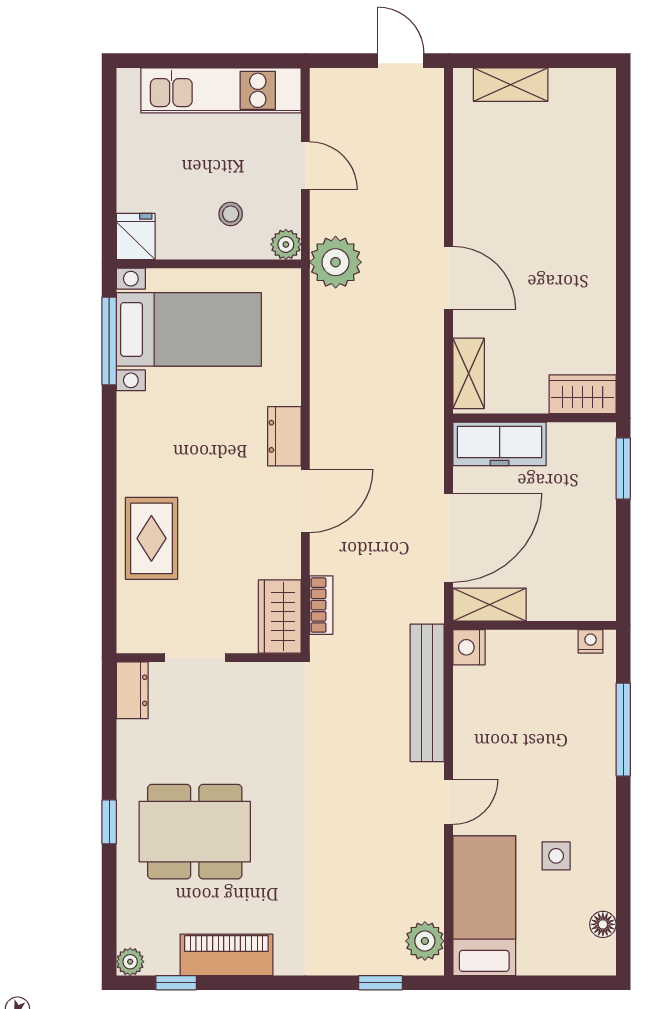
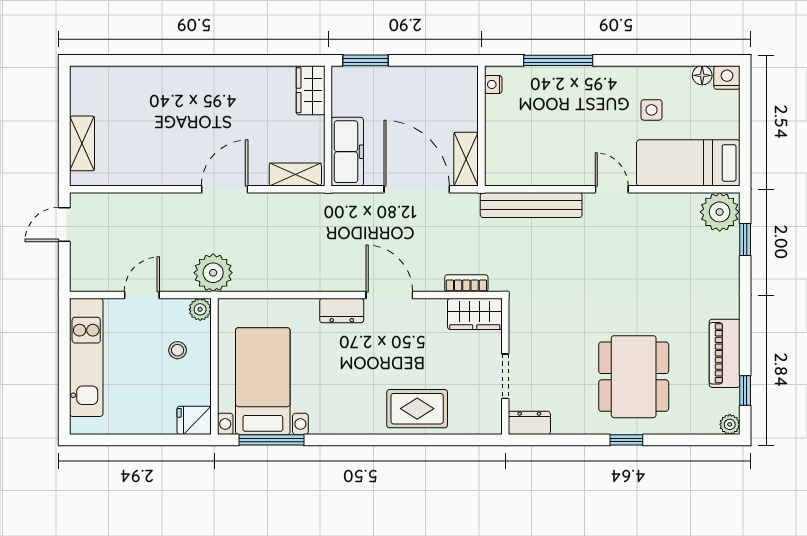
nightstand: (469, 647) -> (727, 78), moved, turned 180
plant: (425, 941) -> (720, 212), width x1.36, depth x1.36

